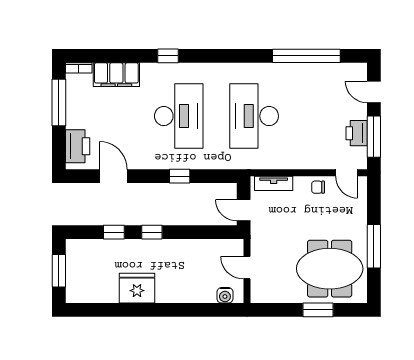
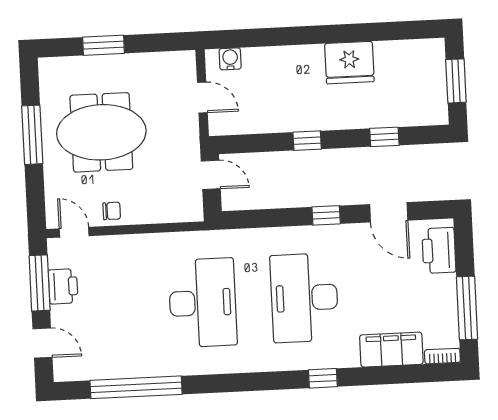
window: (180, 176) -> (326, 215), moved
tv unit: (274, 183) -> (172, 213), removed
window: (152, 232) -> (307, 141), moved
meeting table: (330, 269) -> (101, 132), moved

